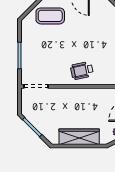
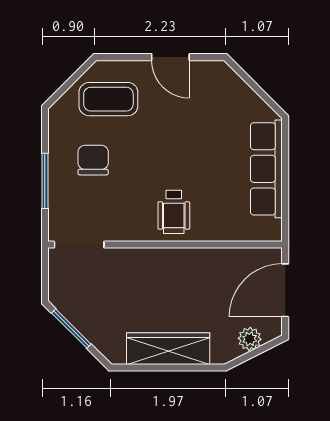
chair: (43, 45) -> (93, 160), added
wheelchair: (82, 71) -> (174, 212), turned -78

